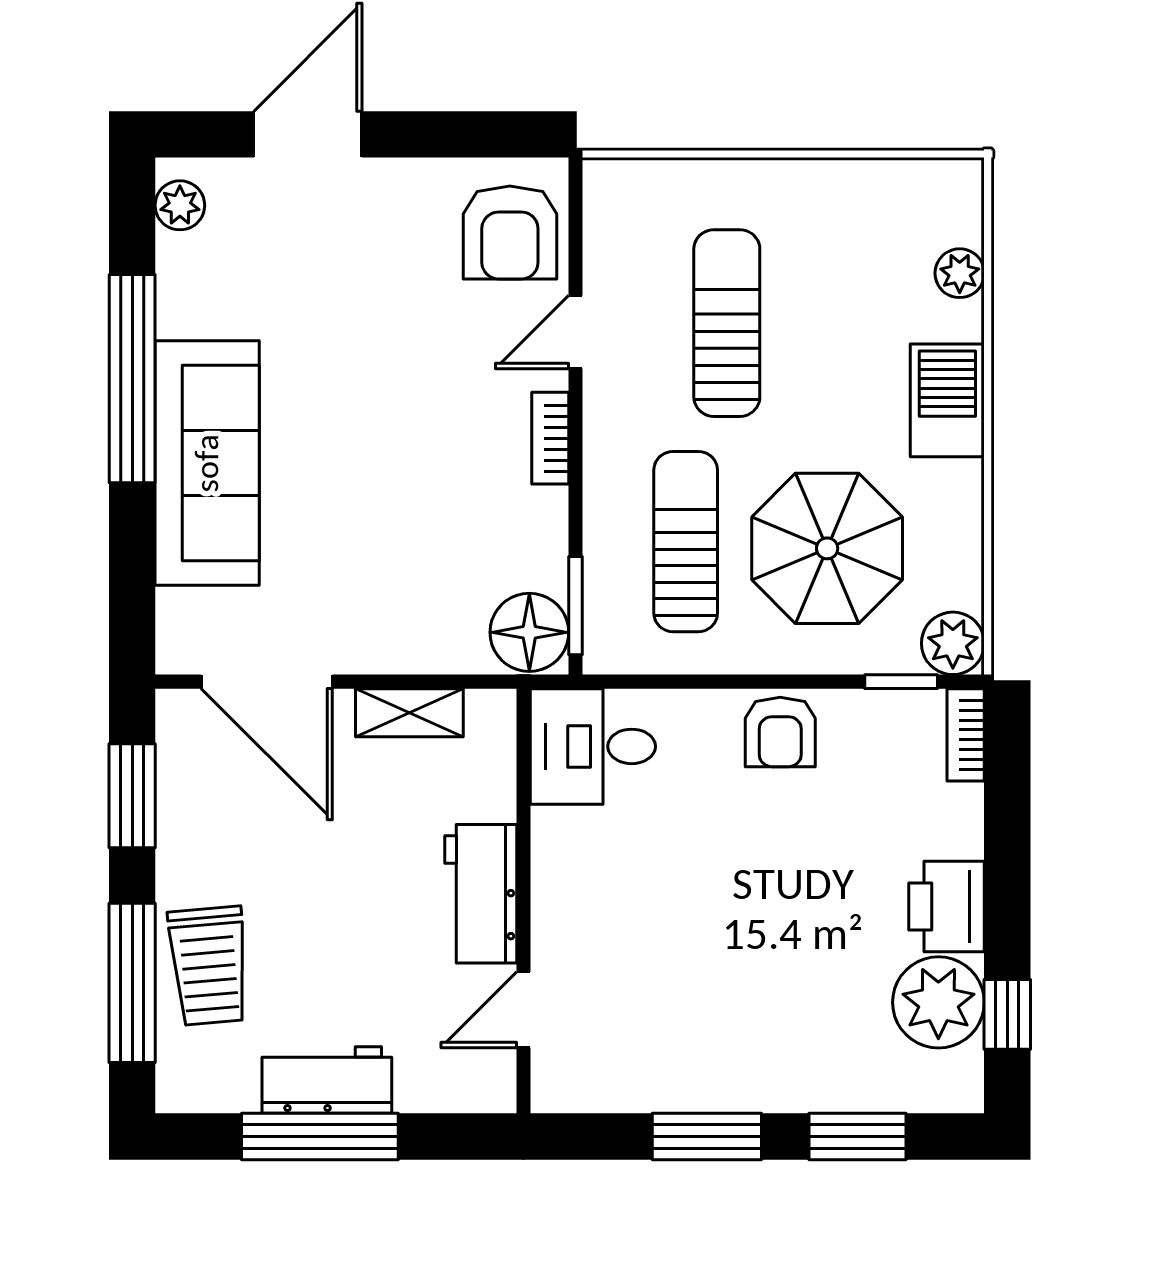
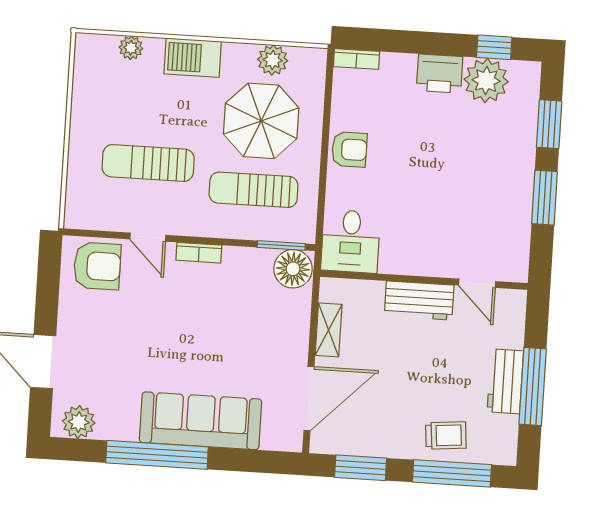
plant: (180, 205) -> (79, 422), width x1.38, depth x1.38
plant: (953, 643) -> (273, 60), moved
window: (901, 682) -> (328, 89), removed
trolley: (209, 966) -> (446, 435), width x0.73, depth x0.72

